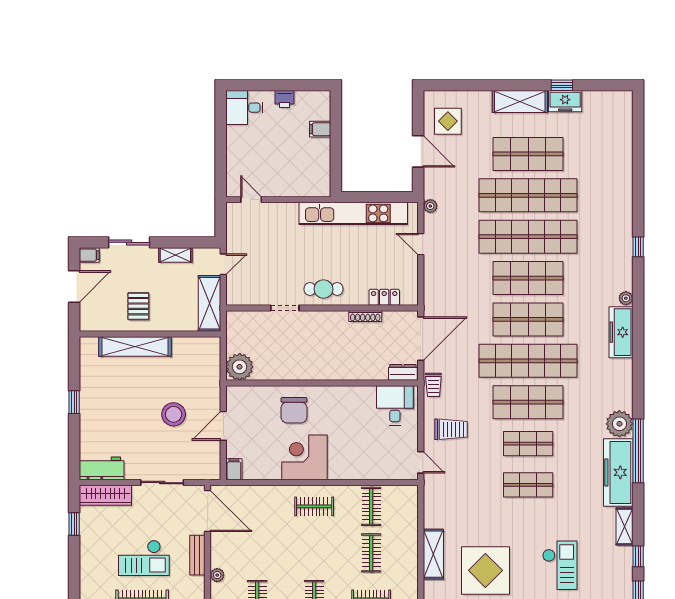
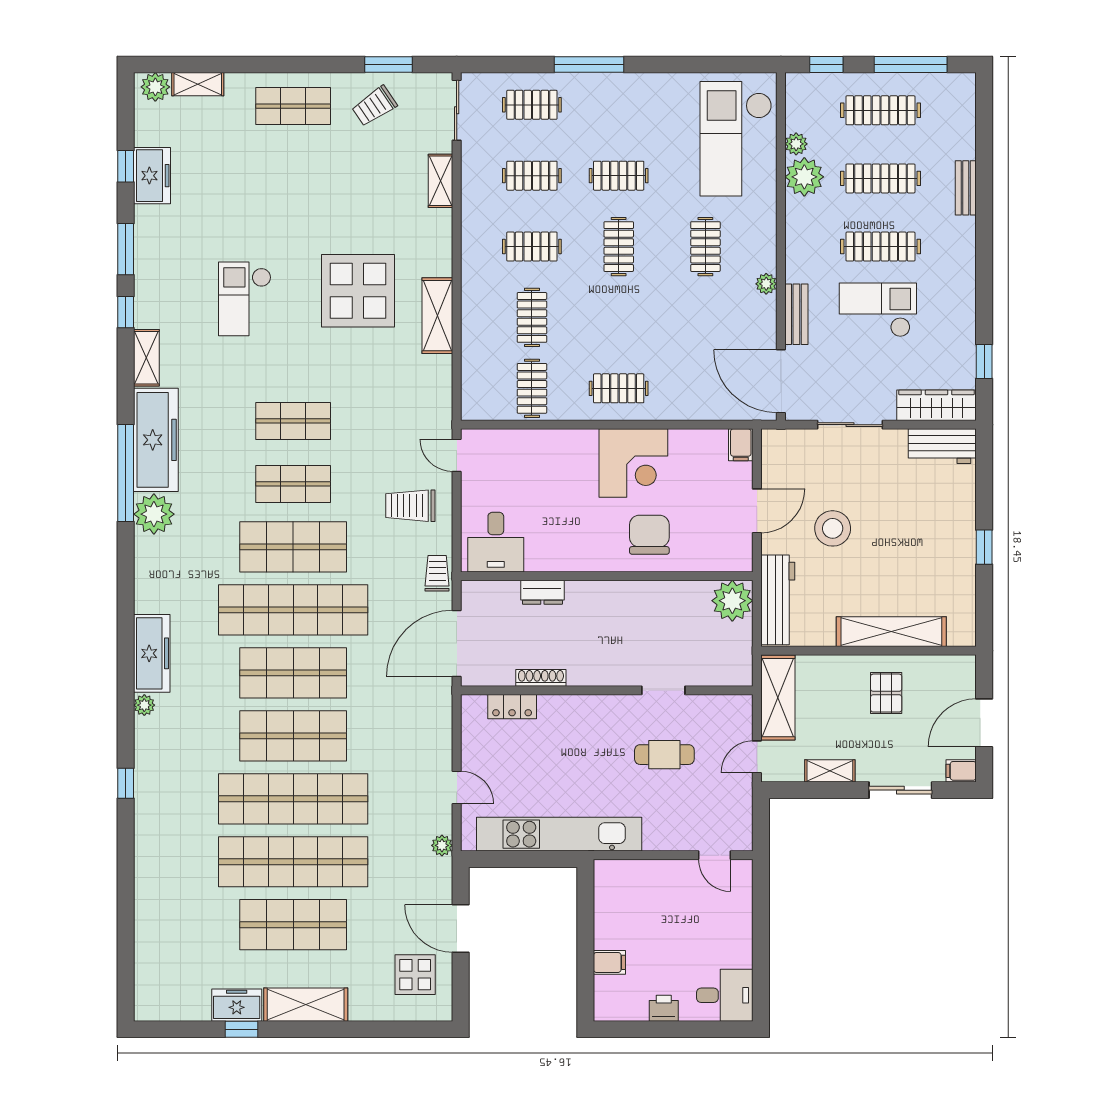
cafe table: (323, 289) -> (664, 755), moved
workbench: (210, 367) -> (778, 600), added
dresser: (403, 372) -> (542, 592), moved

